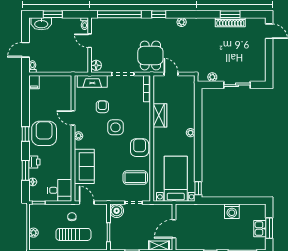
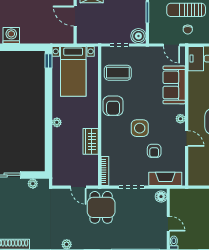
door: (174, 229) -> (75, 16), swing flipped

